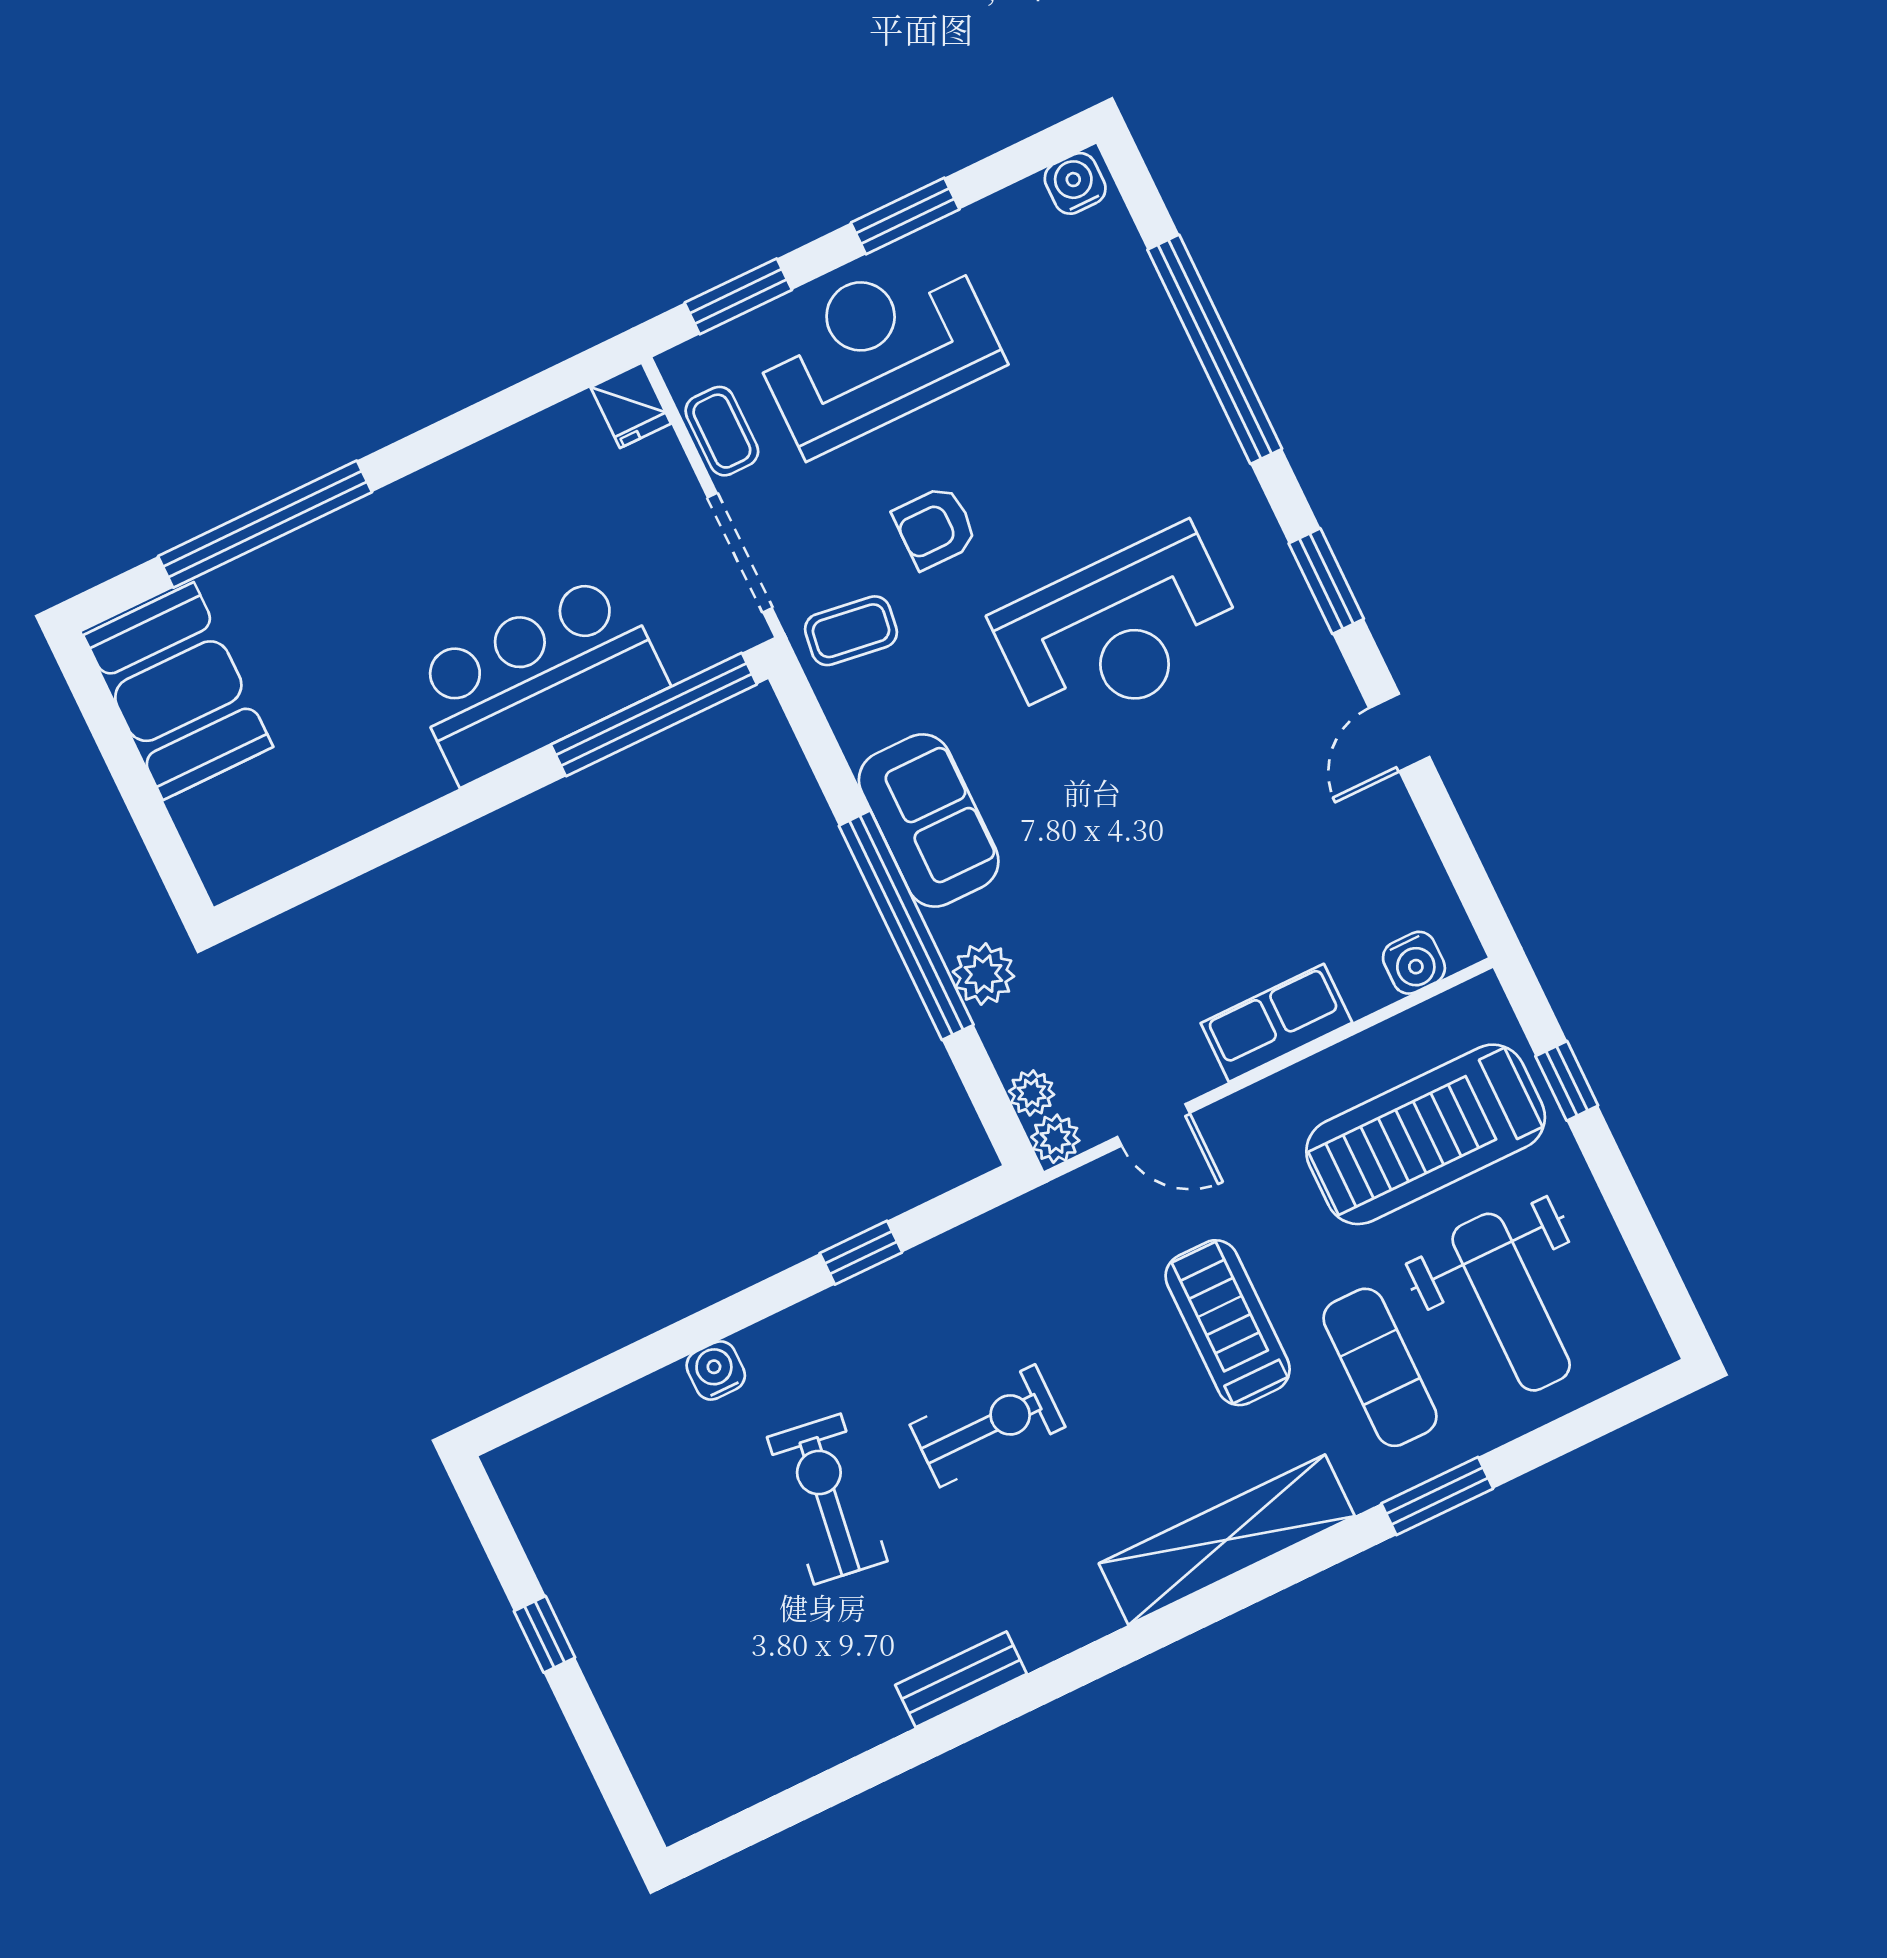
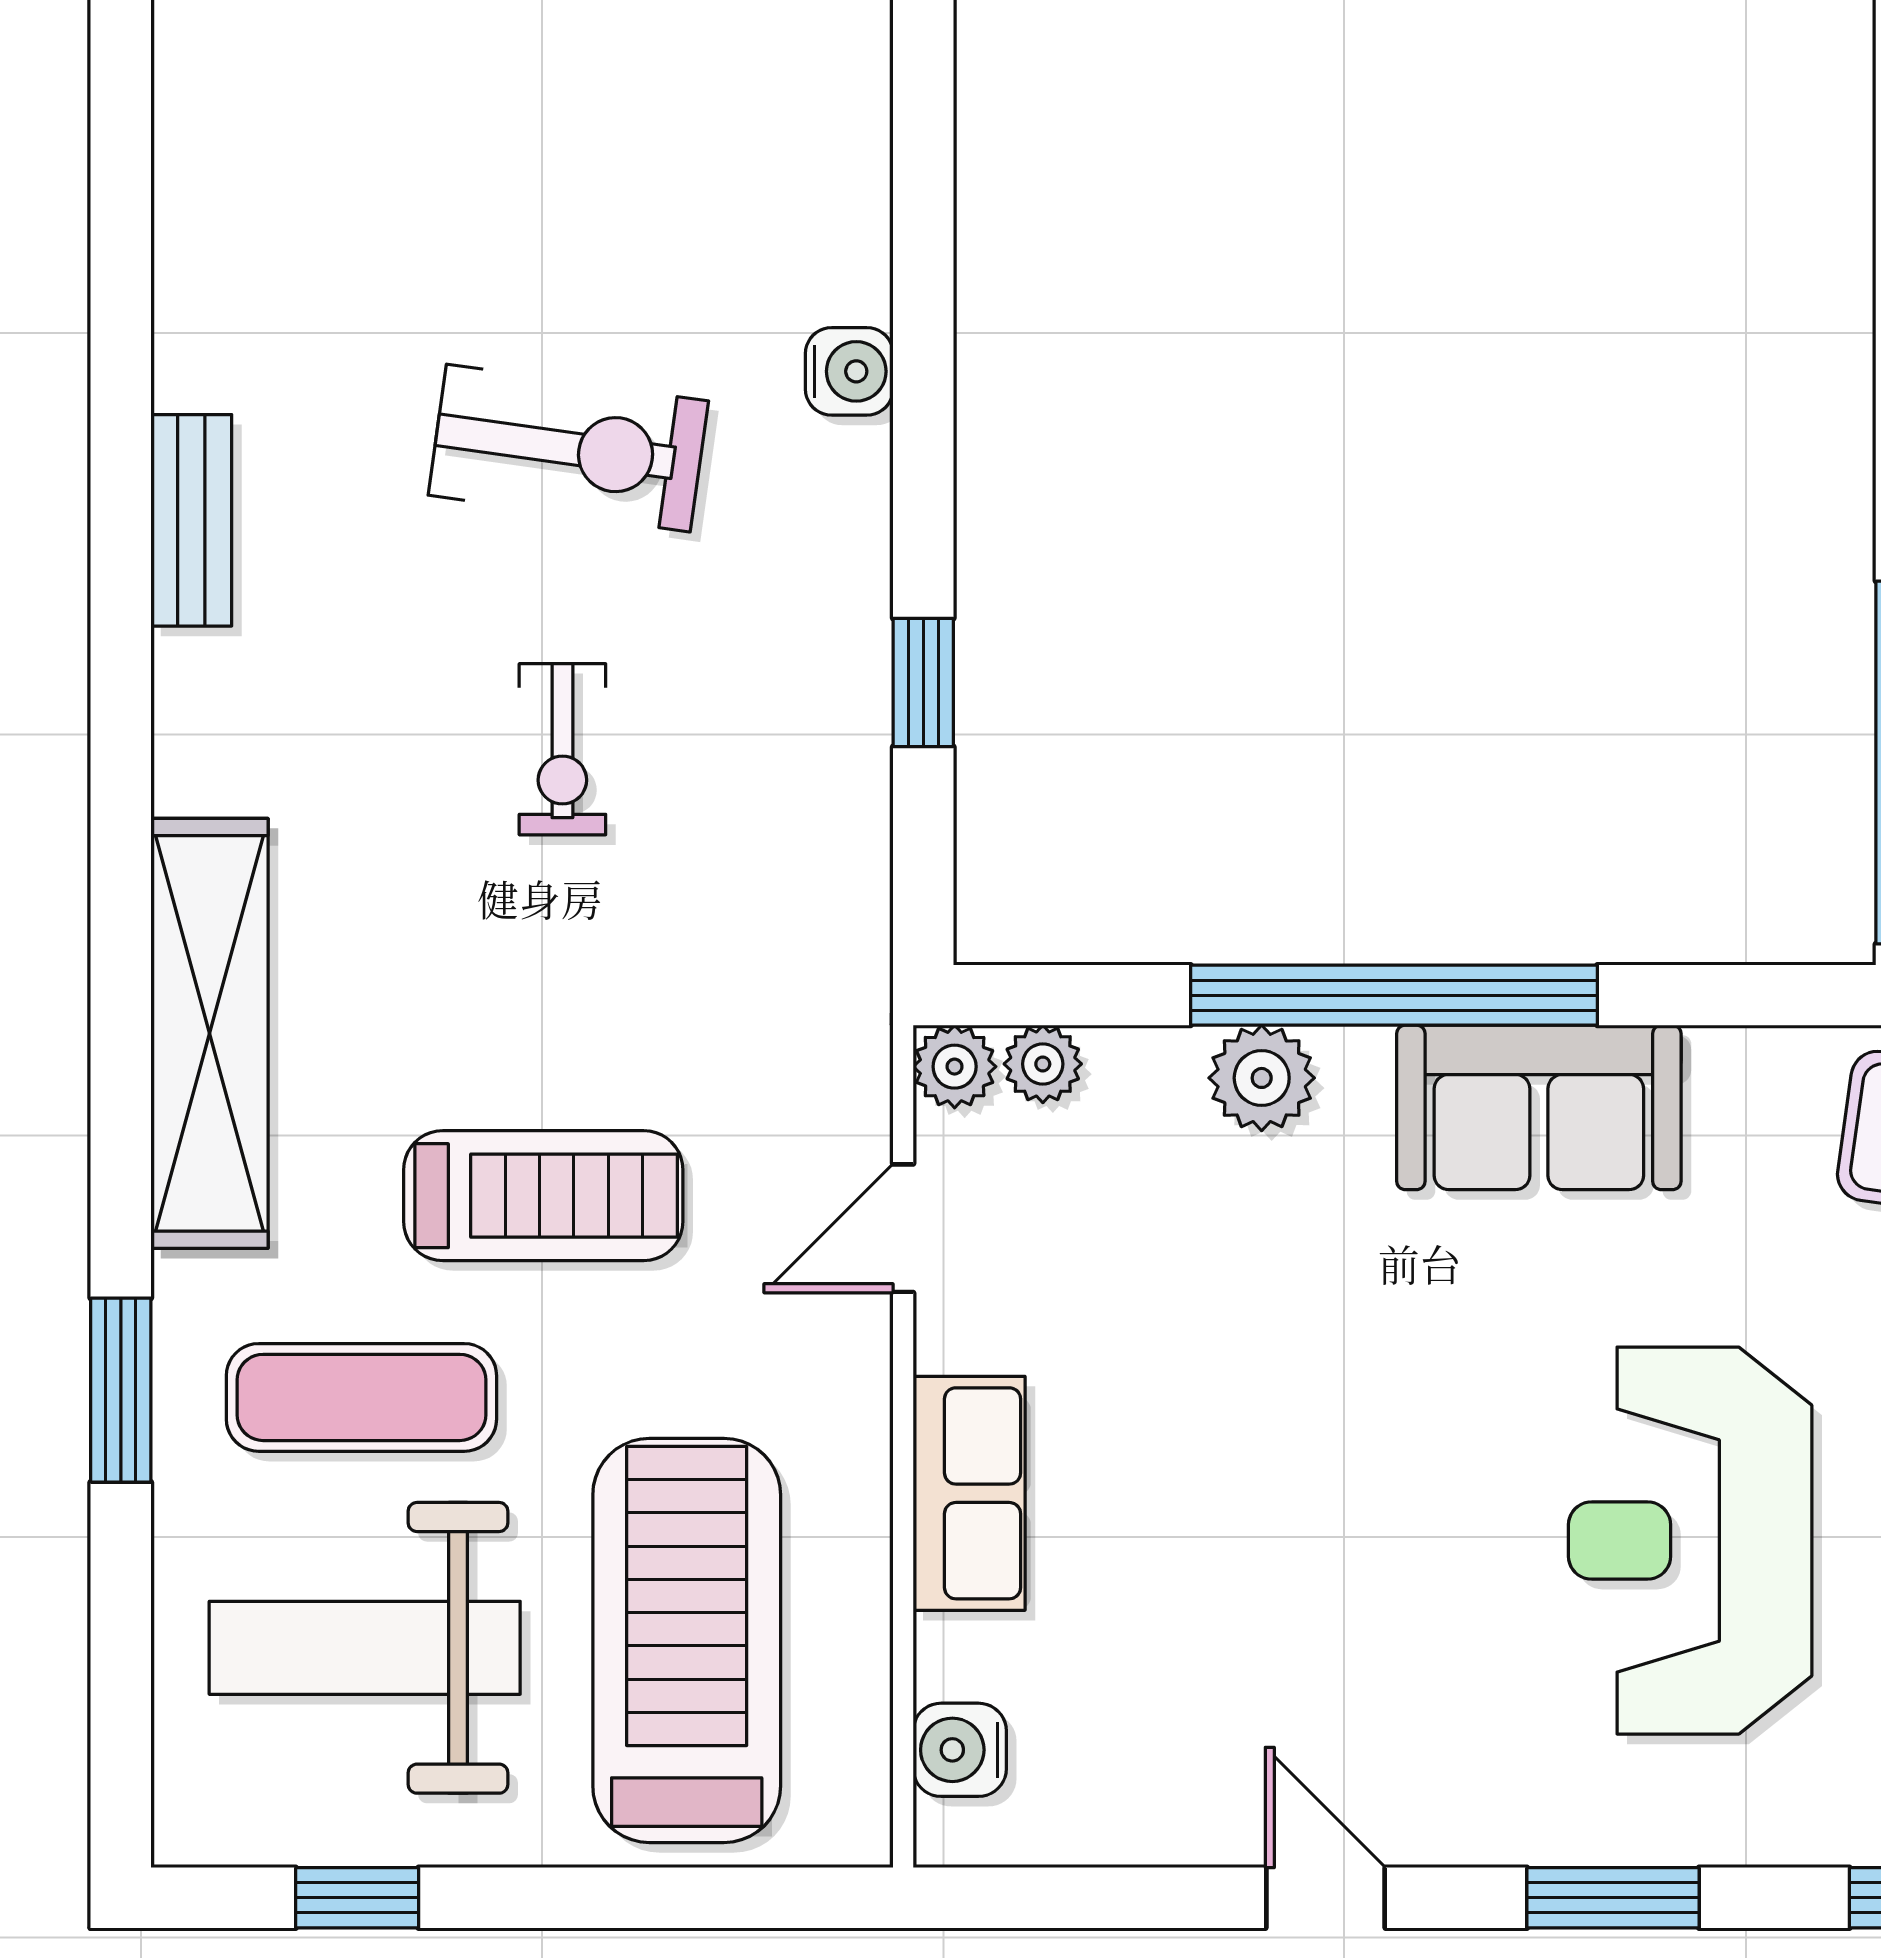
window: (1567, 1081) -> (357, 1898), moved
exercise bike: (988, 1426) -> (562, 749), width x0.73, depth x0.72

